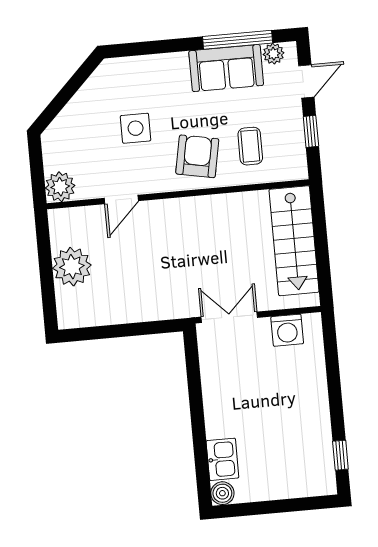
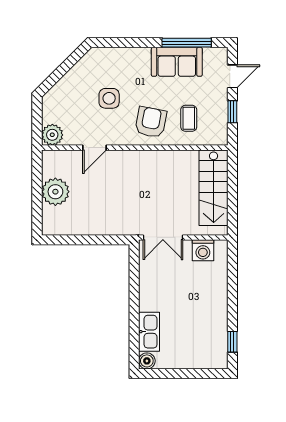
plant: (273, 54) -> (211, 55), removed
double door: (229, 317) -> (163, 237), swing flipped
kitchen sink: (222, 459) -> (149, 332), width x1.38

